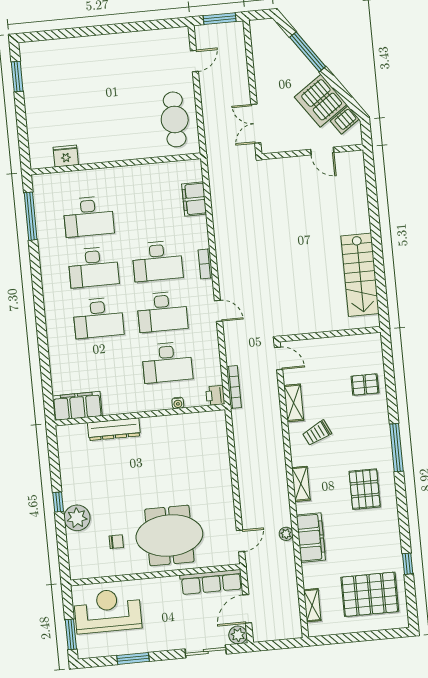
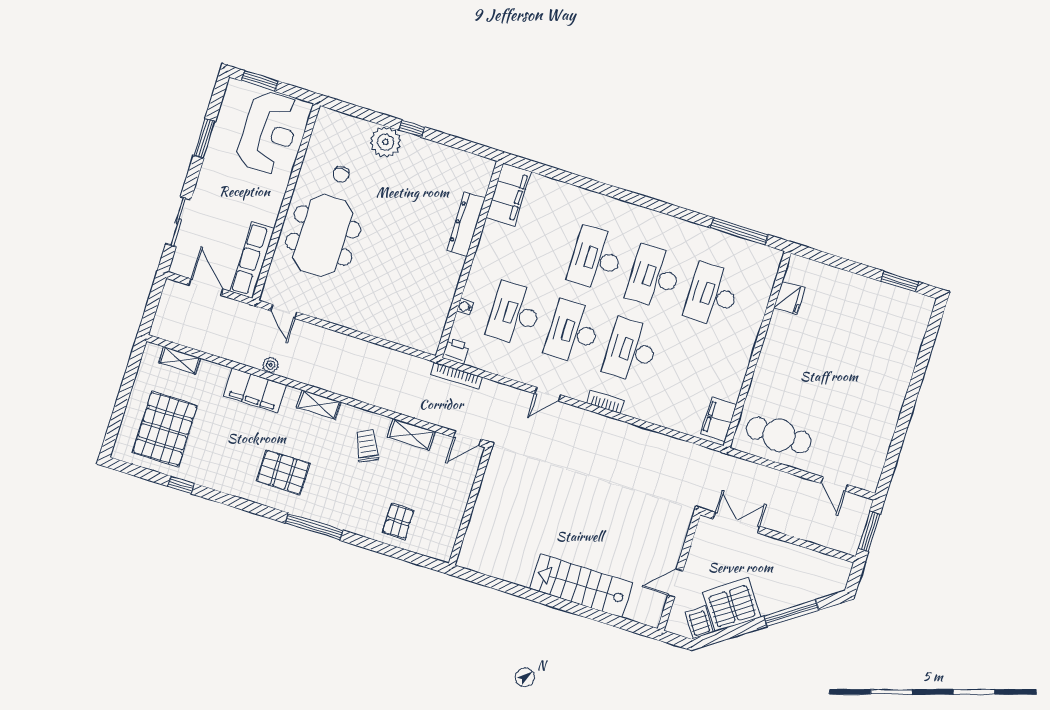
filing cabinet: (194, 199) -> (718, 419), moved, turned -90
stairs: (360, 275) -> (581, 586), moved
plant: (238, 635) -> (181, 265), removed

